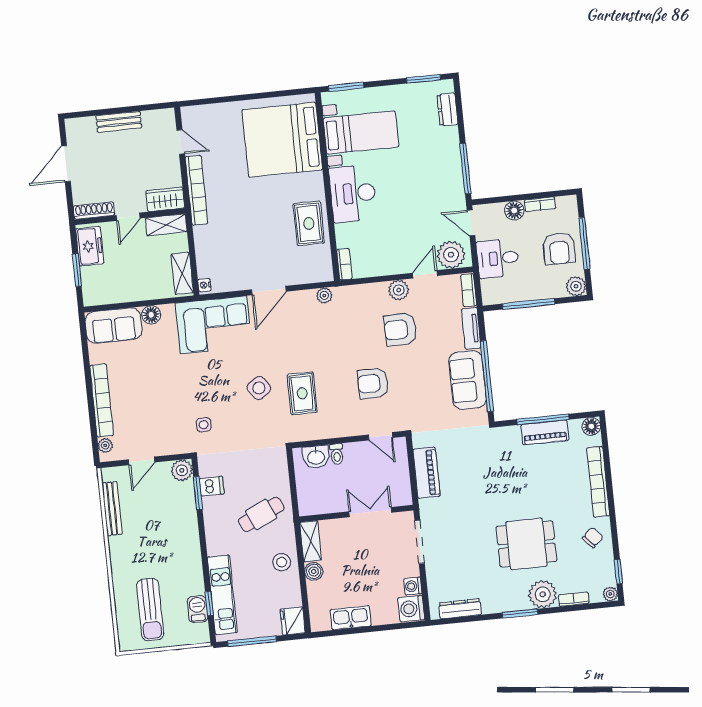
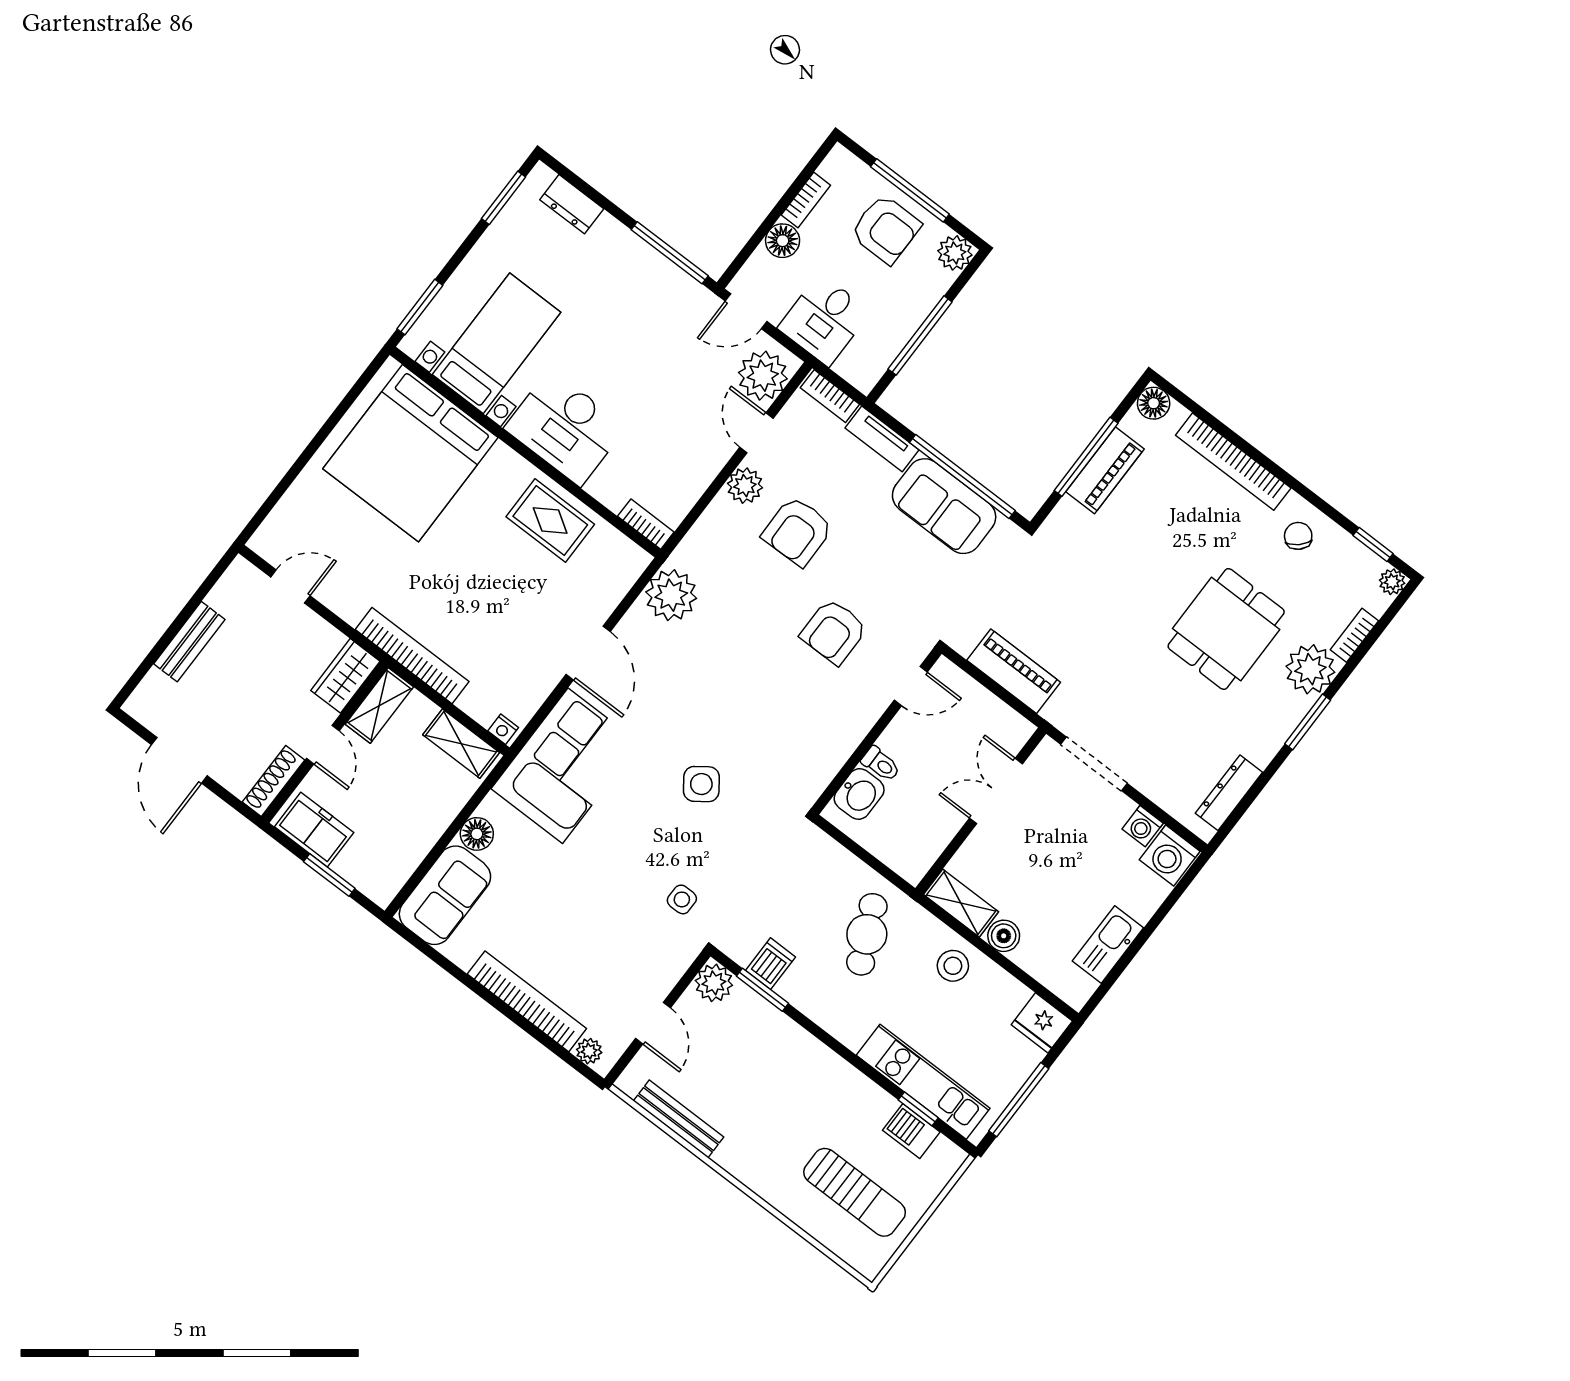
bookcase: (197, 190) -> (412, 656), moved
plant: (324, 295) -> (671, 595), width x1.88, depth x1.88
rug: (302, 393) -> (761, 735), removed

